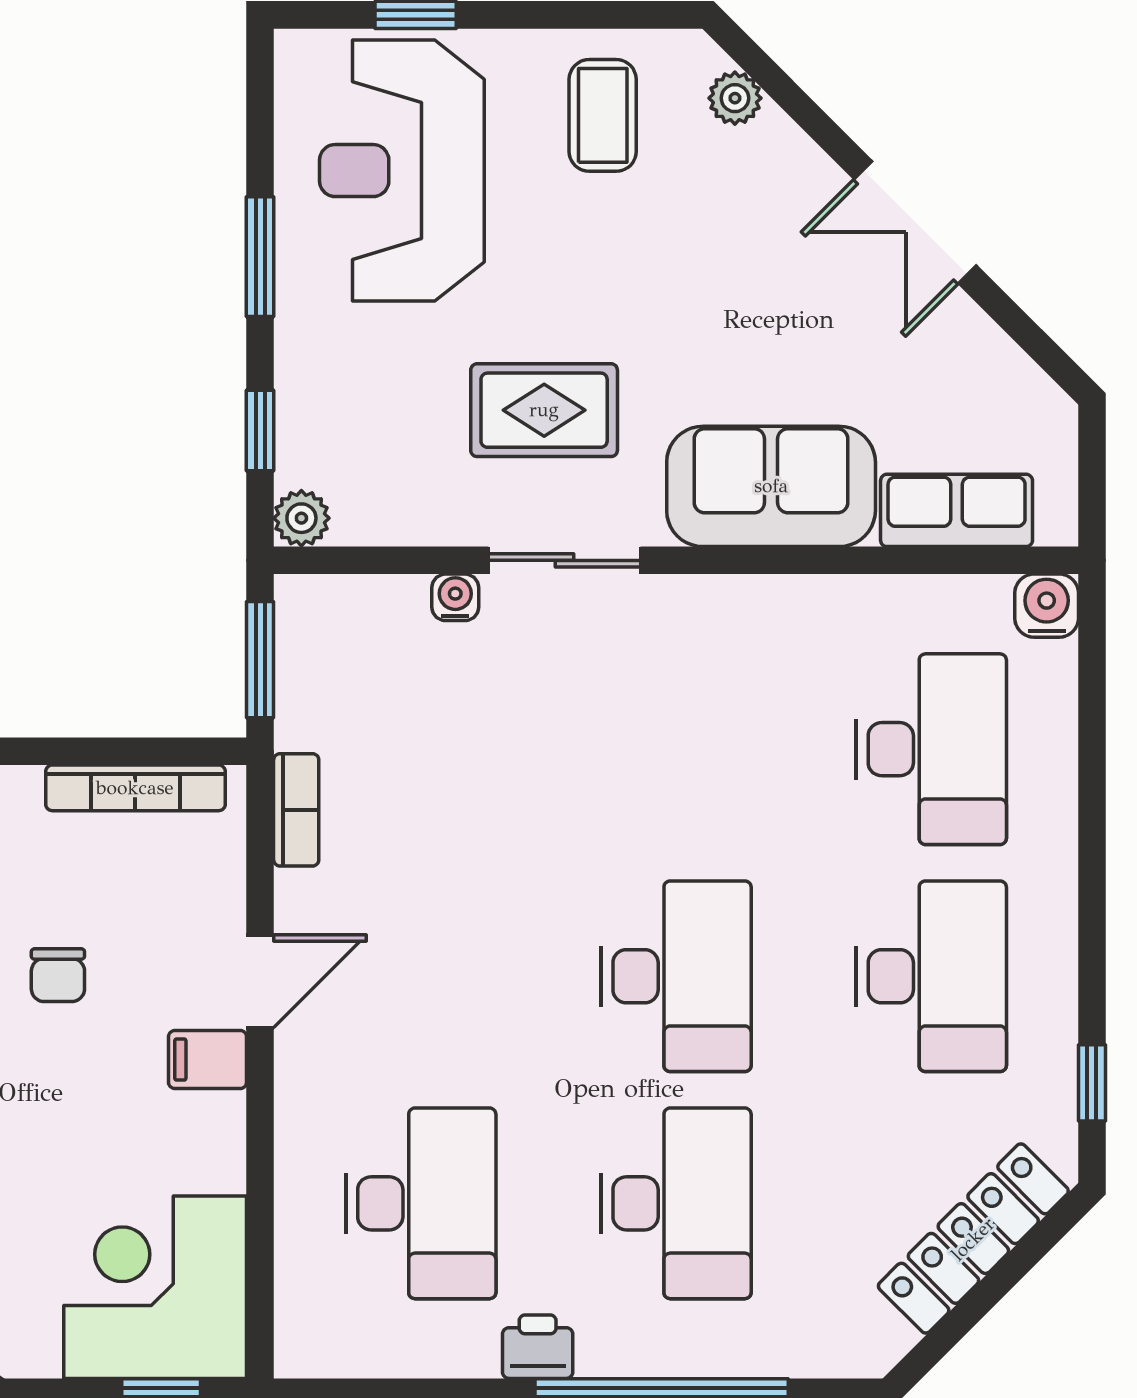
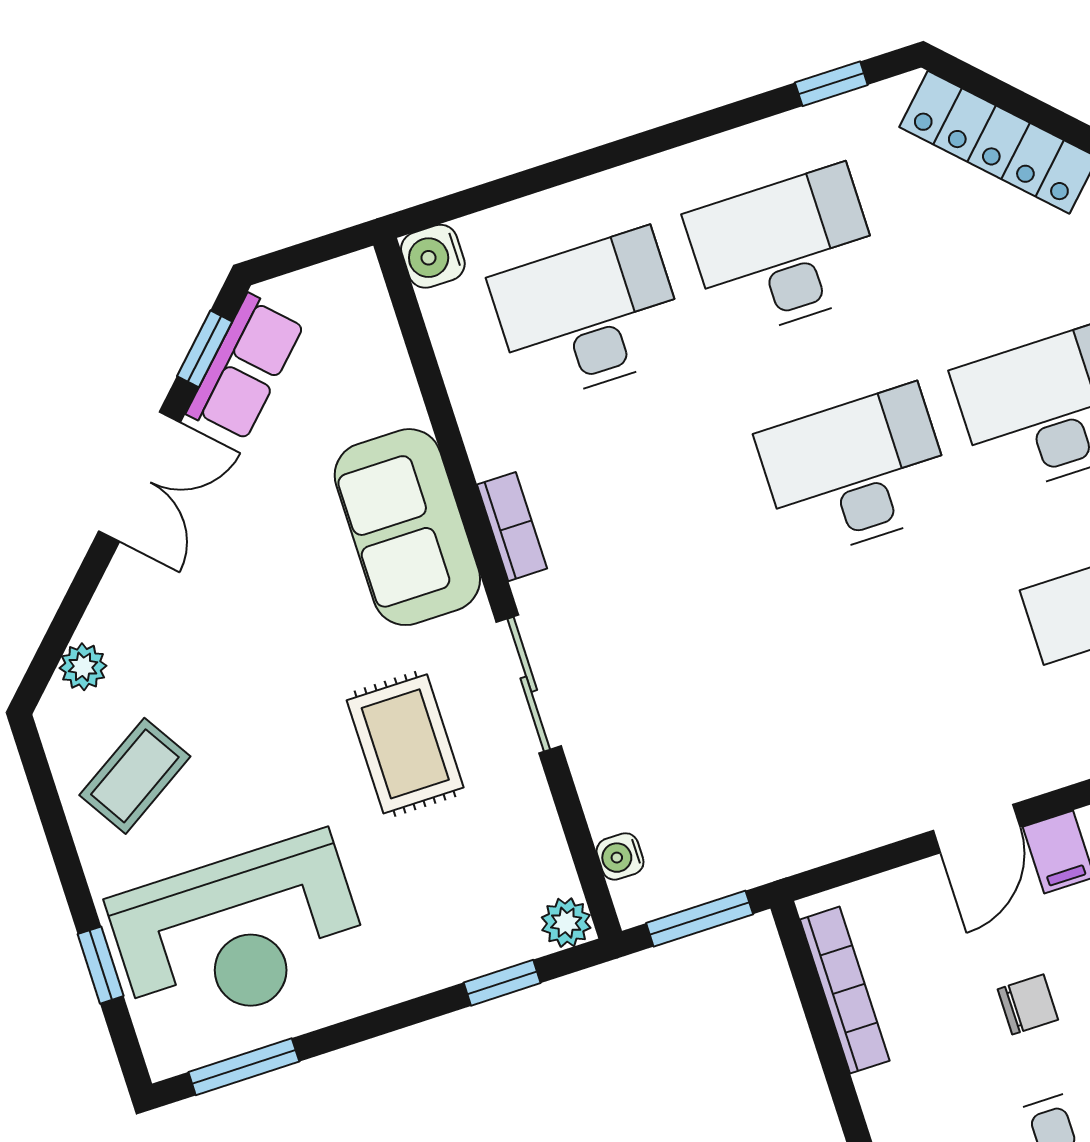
coffee table: (603, 115) -> (135, 776), turned -32
window: (260, 257) -> (244, 1067), moved
window: (1027, 334) -> (205, 349), added
row of seats: (957, 510) -> (246, 368), moved, turned -135
water cooler: (455, 597) -> (620, 856), moved
bookcase: (296, 810) -> (512, 527), moved, turned 90
door: (260, 981) -> (977, 829), swing flipped

